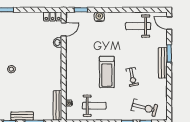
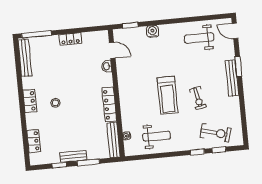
locker: (52, 16) -> (70, 39), moved
door: (64, 29) -> (112, 50), hinge flipped
locker: (57, 75) -> (109, 104), added

